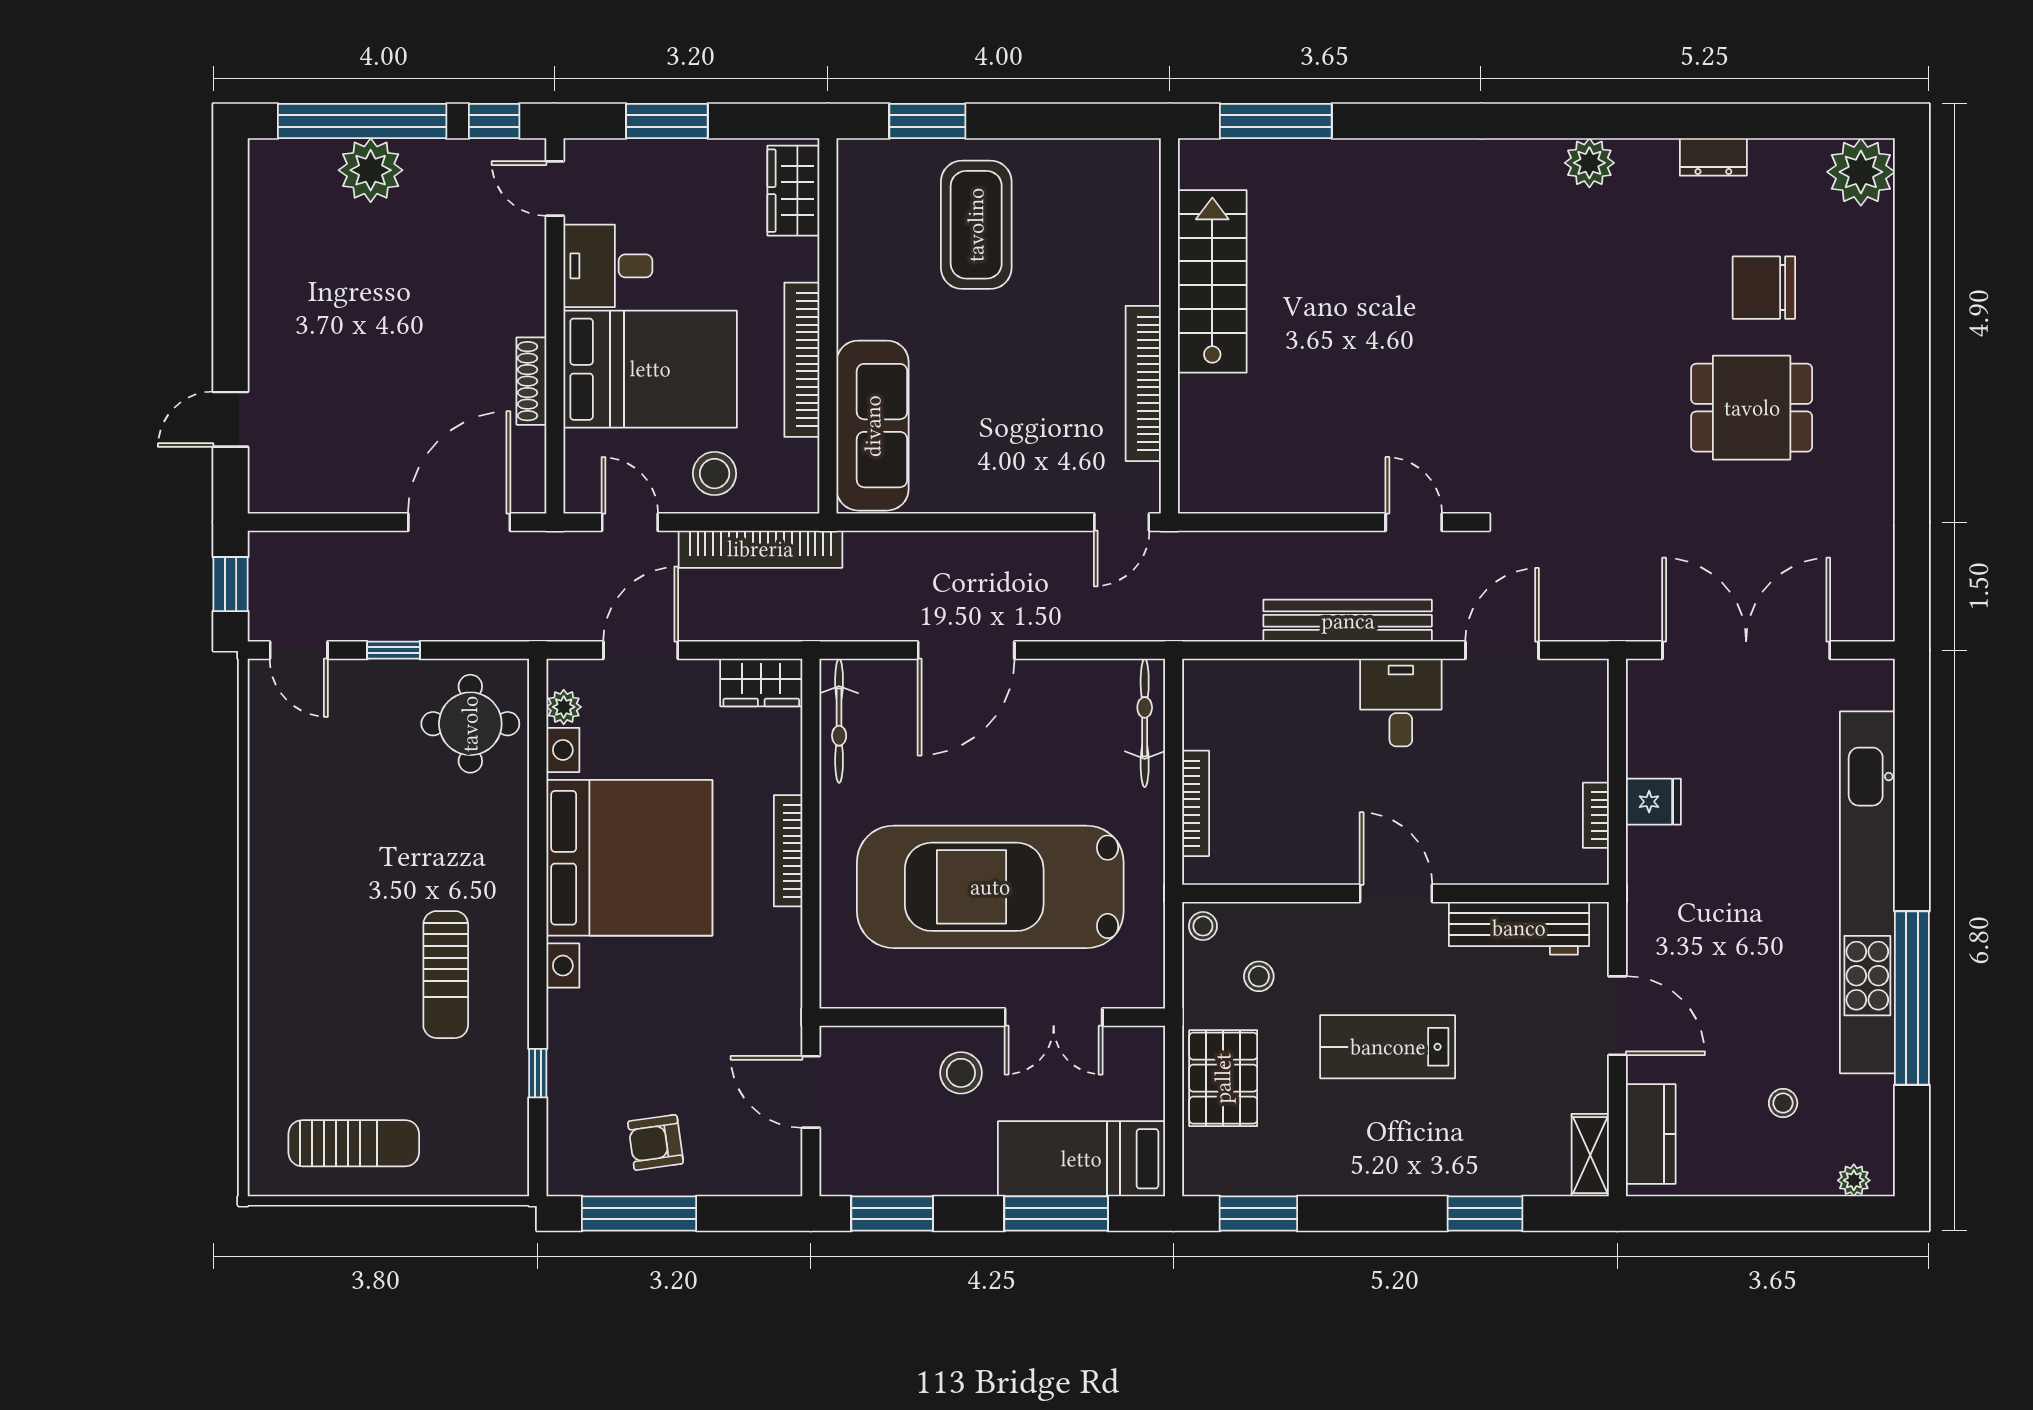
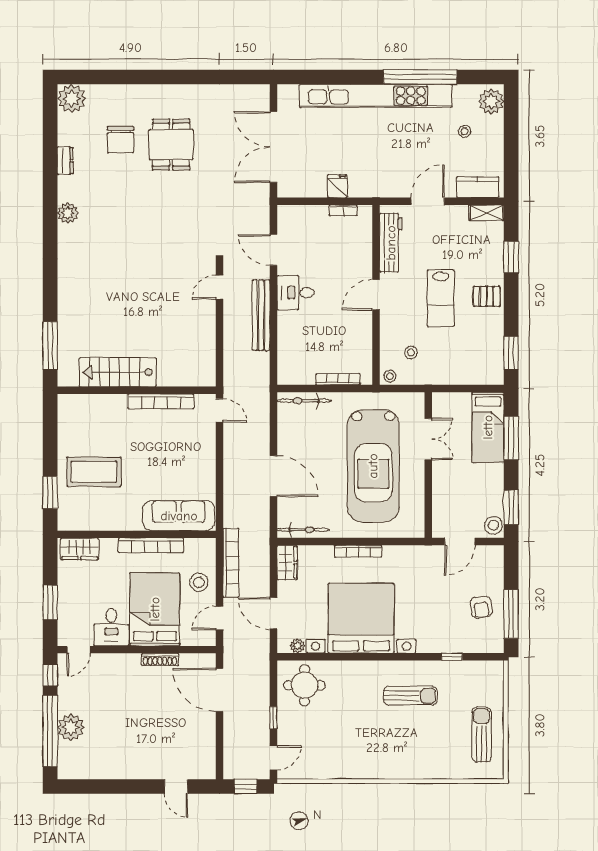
stool: (961, 1073) -> (493, 525), moved
pallet: (1223, 1078) -> (487, 296), moved, width x0.67, depth x0.71
plant: (1854, 1180) -> (491, 101), width x1.88, depth x1.88

